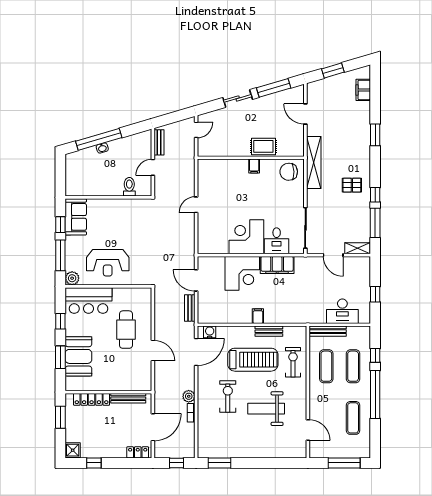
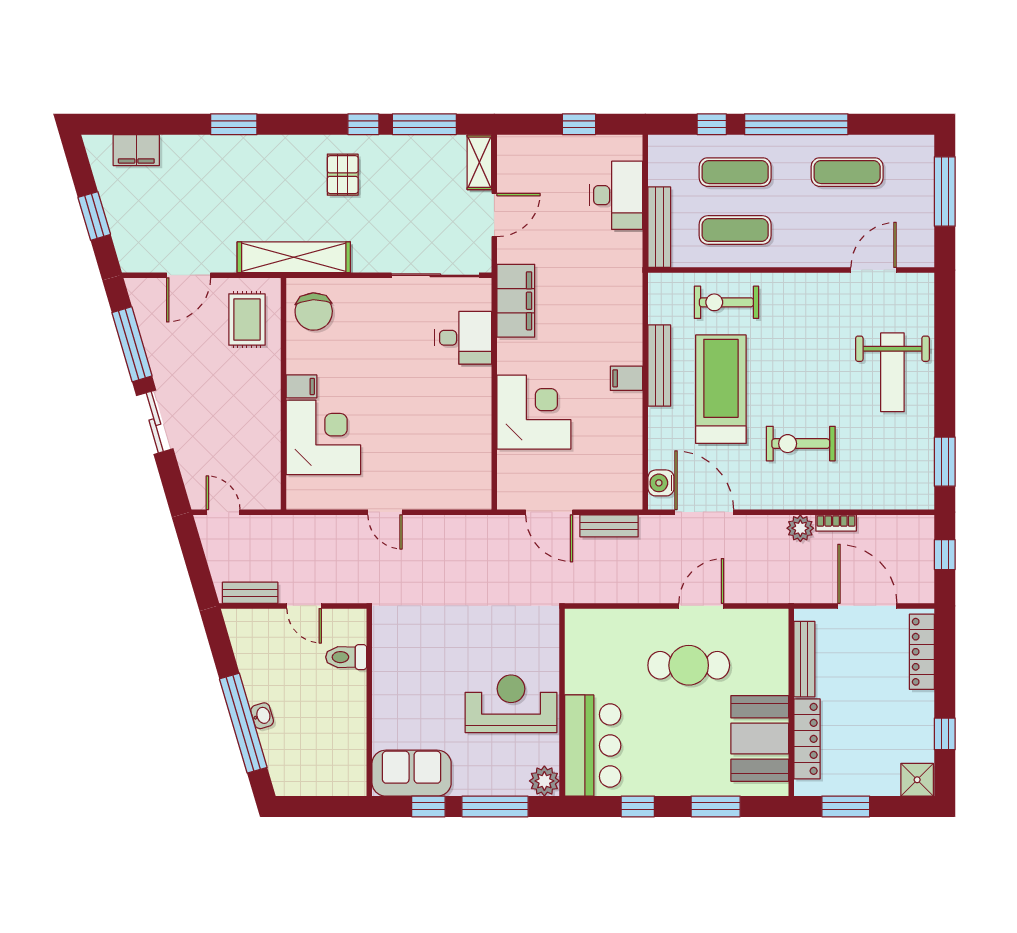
rug: (263, 146) -> (247, 320), moved
corner desk: (246, 237) -> (323, 437), moved, turned 180
reception desk: (108, 263) -> (511, 704), turned -90
filing cabinet: (277, 265) -> (516, 301), moved
door: (196, 280) -> (549, 512), hinge flipped
cafe table: (126, 330) -> (689, 665), moved
bench: (269, 331) -> (659, 366), width x1.36
booth: (78, 356) -> (760, 738), moved, turned 90
weight bench: (266, 409) -> (892, 372), moved
locker: (138, 452) -> (922, 652), width x1.53

